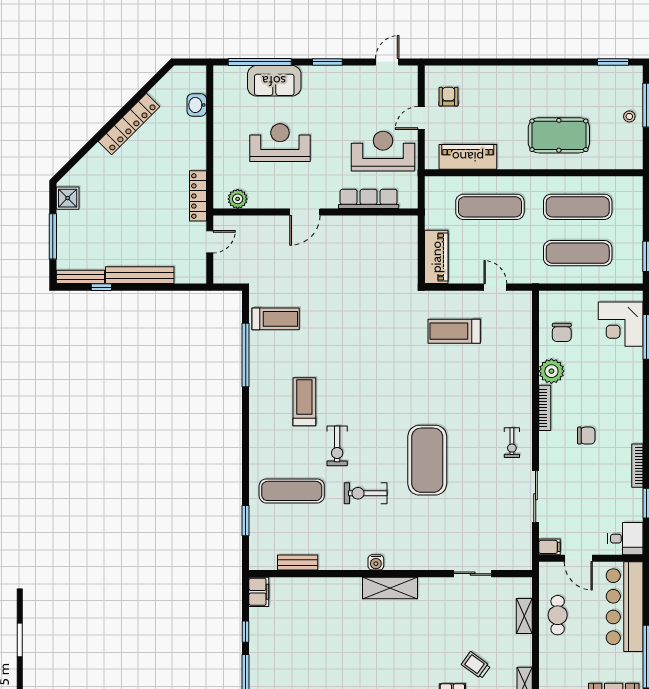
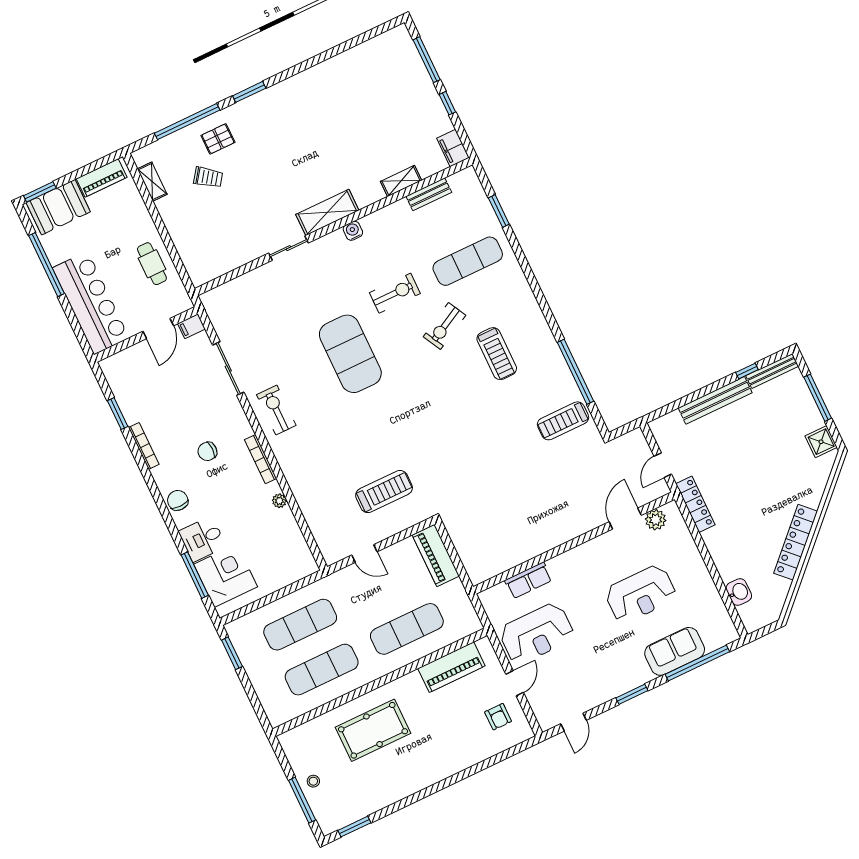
row of seats: (369, 199) -> (528, 580), width x0.68
door: (305, 212) -> (625, 519), moved
chair: (562, 332) -> (178, 500), moved
plant: (551, 371) -> (279, 501), width x0.53, depth x0.53
exercise bike: (512, 443) -> (276, 410), width x1.38, depth x1.39
exercise bike: (337, 446) -> (445, 326), turned -118
desk: (625, 539) -> (202, 539), moved
door: (578, 558) -> (158, 328), swing flipped
sliding door: (473, 574) -> (288, 248), moved
shelving: (524, 616) -> (401, 181), moved, turned 90

